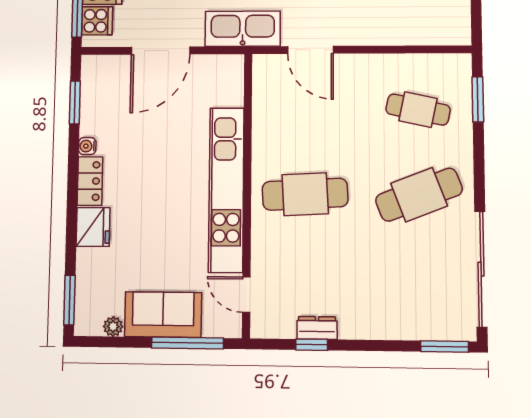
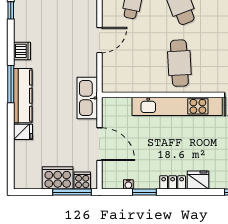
door: (310, 50) -> (99, 40), moved
window: (75, 102) -> (144, 192), moved
water cooler: (87, 146) -> (128, 184), moved

